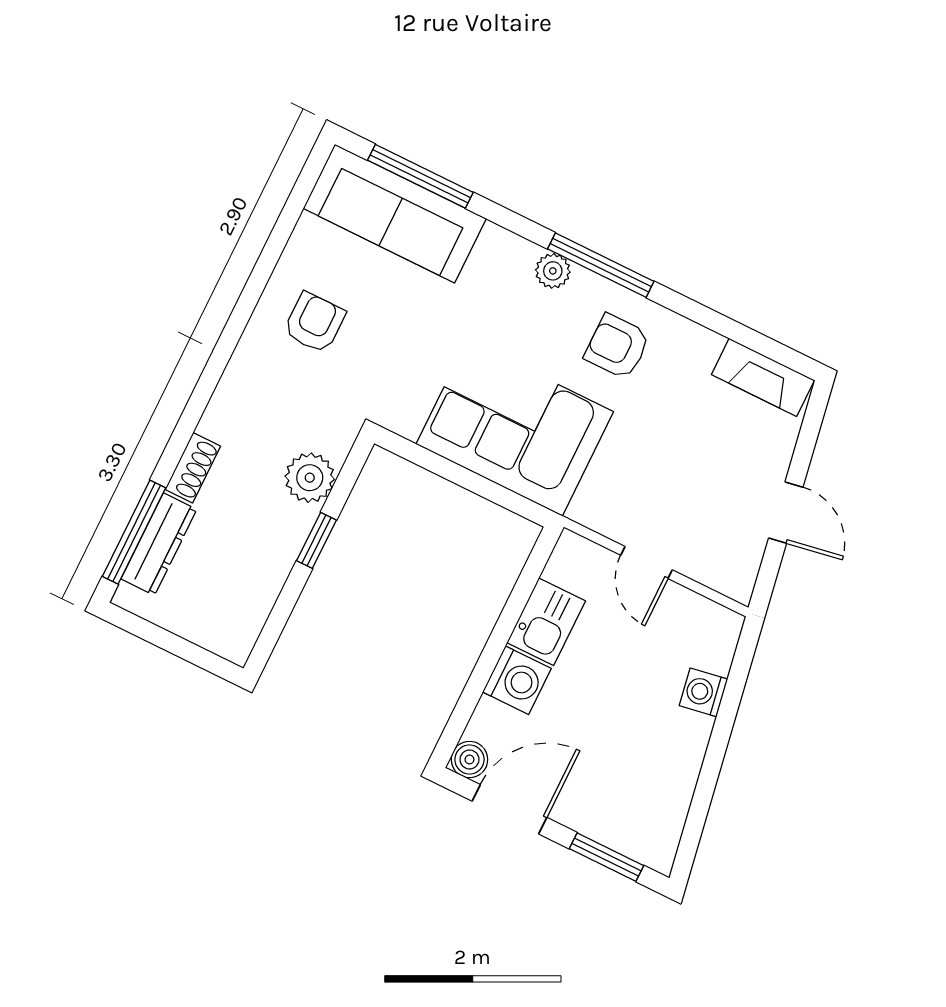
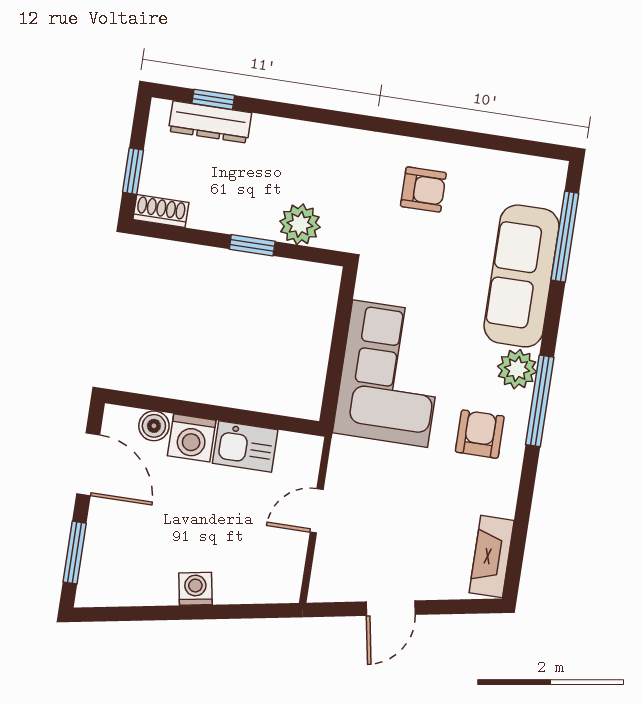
sofa: (395, 214) -> (522, 276), moved
plant: (553, 271) -> (517, 369), width x1.38, depth x1.38
shoe rack: (193, 468) -> (161, 211), moved, turned 180
window: (134, 532) -> (213, 99), width x0.46
window: (188, 651) -> (133, 171), added
washing machine: (704, 692) -> (195, 589), moved
boiler: (469, 760) -> (154, 426), moved

